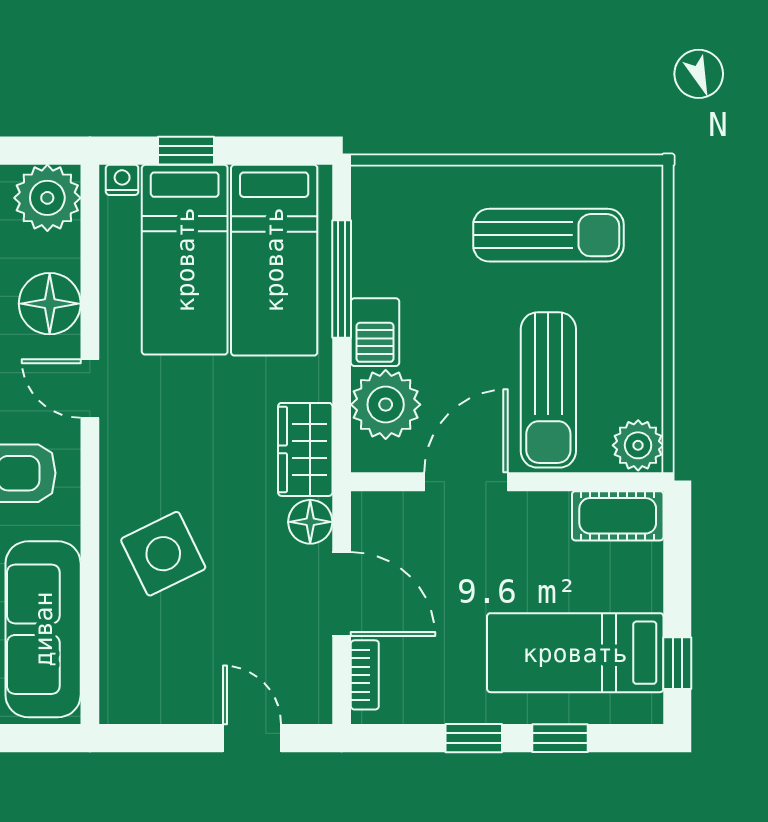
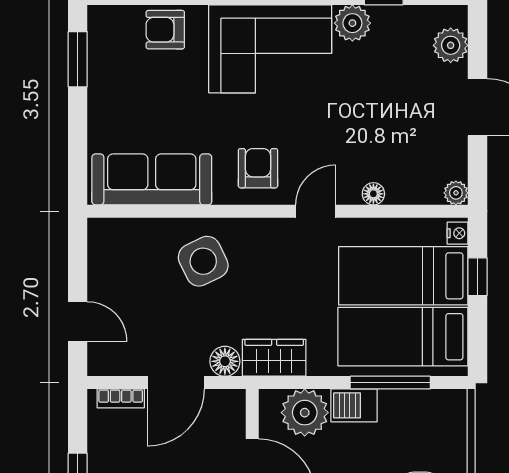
plant: (47, 198) -> (456, 193), width x0.53, depth x0.53
floor lamp: (50, 304) -> (373, 194), width x0.53, depth x0.53
door: (252, 738) -> (78, 322), hinge flipped

